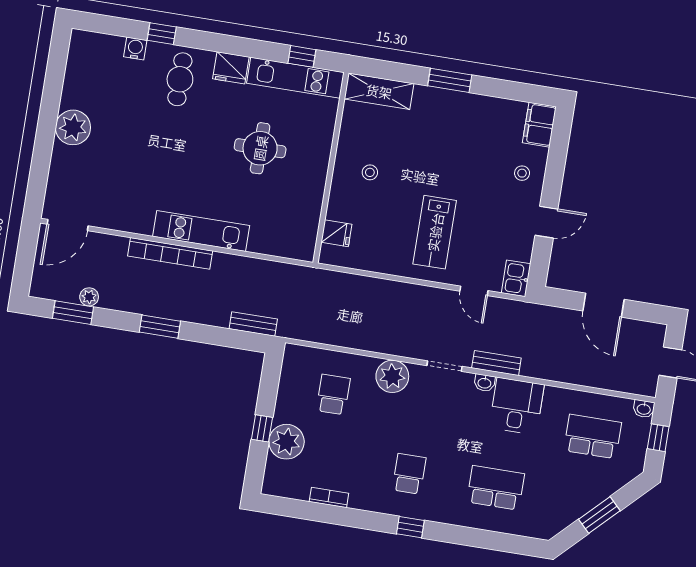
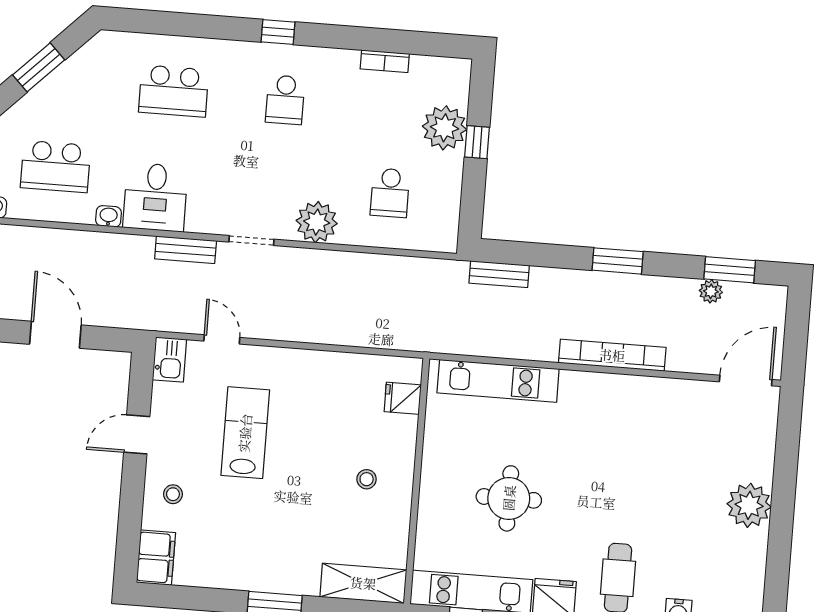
kitchen unit: (201, 231) -> (498, 381), moved
lab bench: (435, 232) -> (245, 433), moved
washbasin: (484, 383) -> (109, 216), moved

